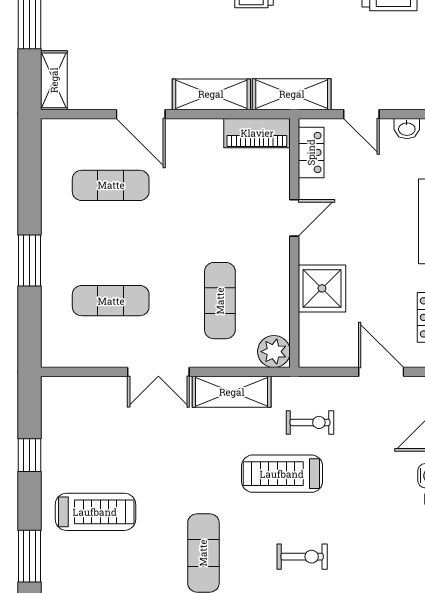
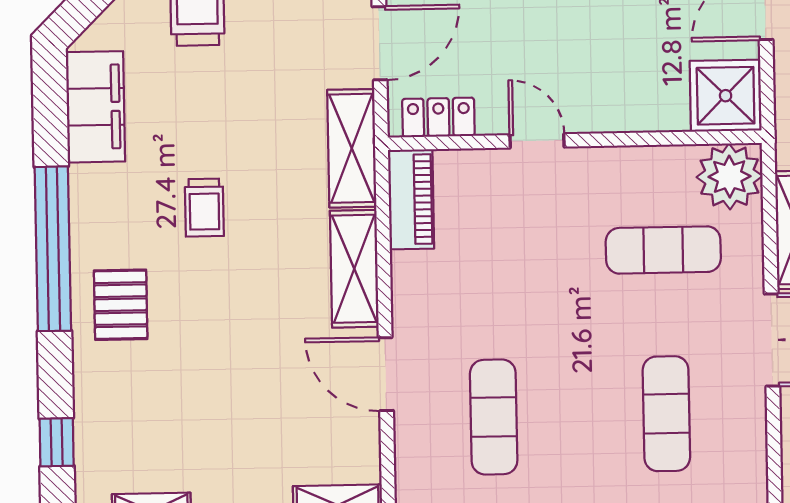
door: (141, 114) -> (386, 374), swing flipped
door: (361, 114) -> (380, 43), width x1.38
shower: (322, 288) -> (726, 96), moved
plant: (274, 352) -> (729, 177), width x1.36, depth x1.36

